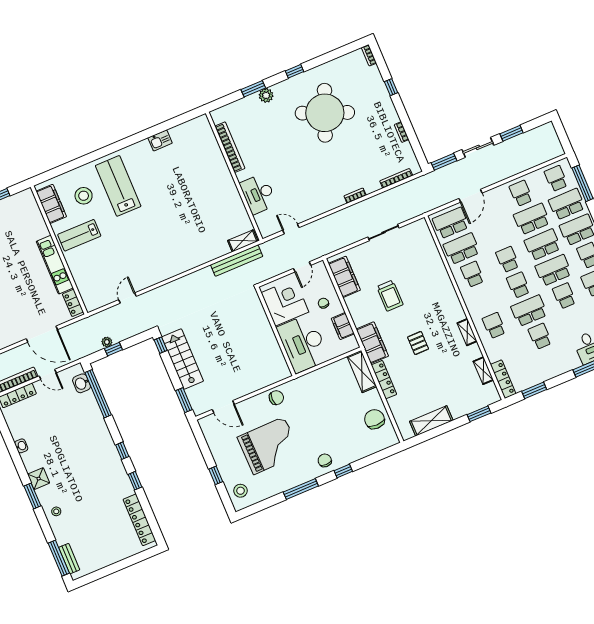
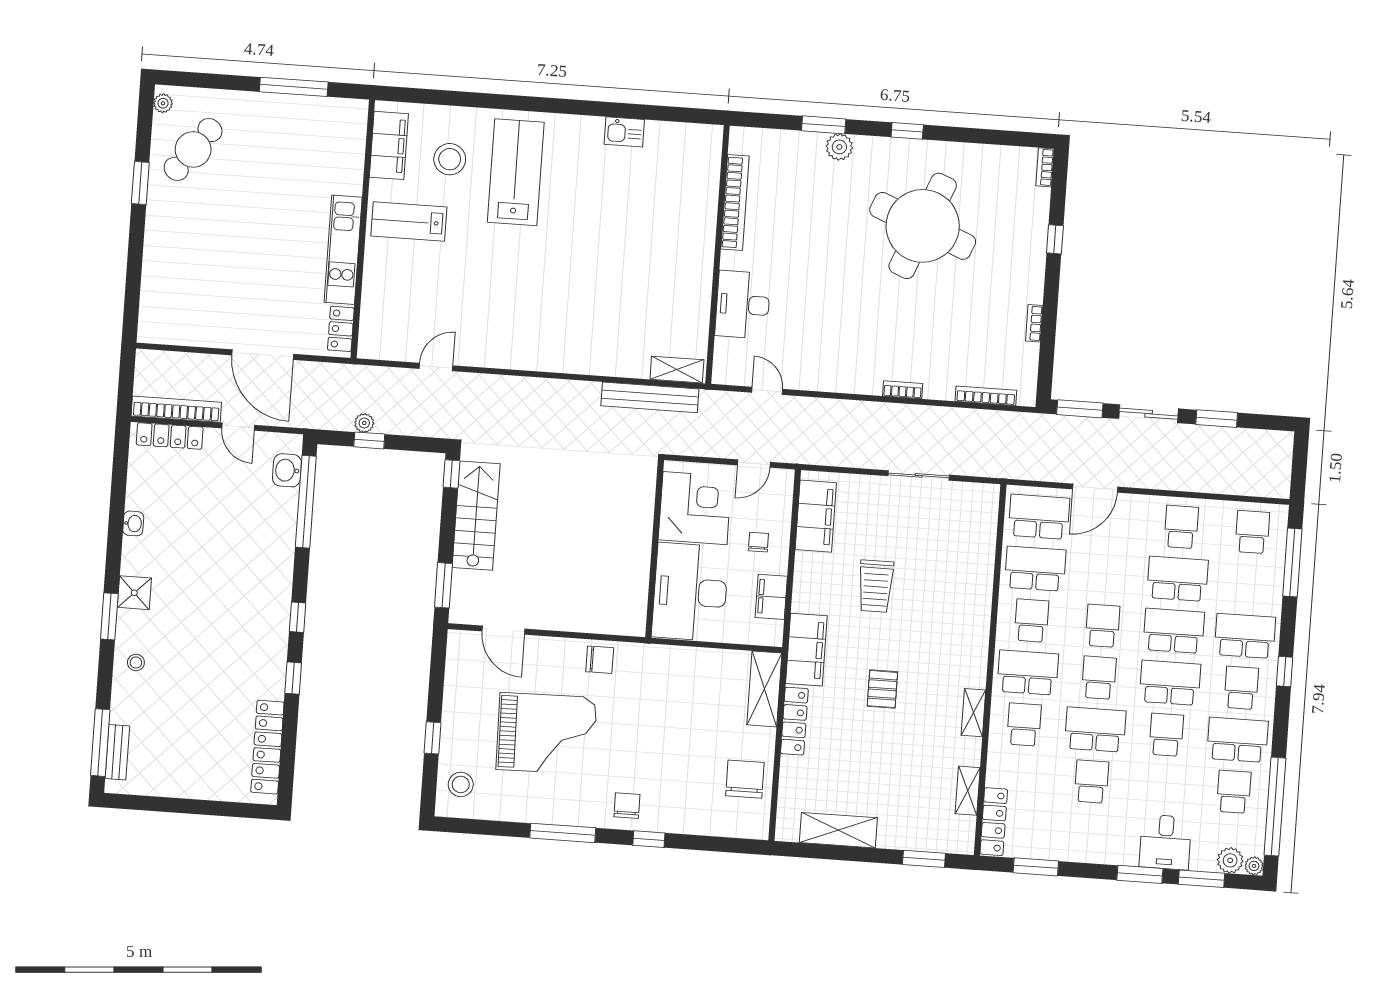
school desk: (567, 204) -> (1028, 673), moved

